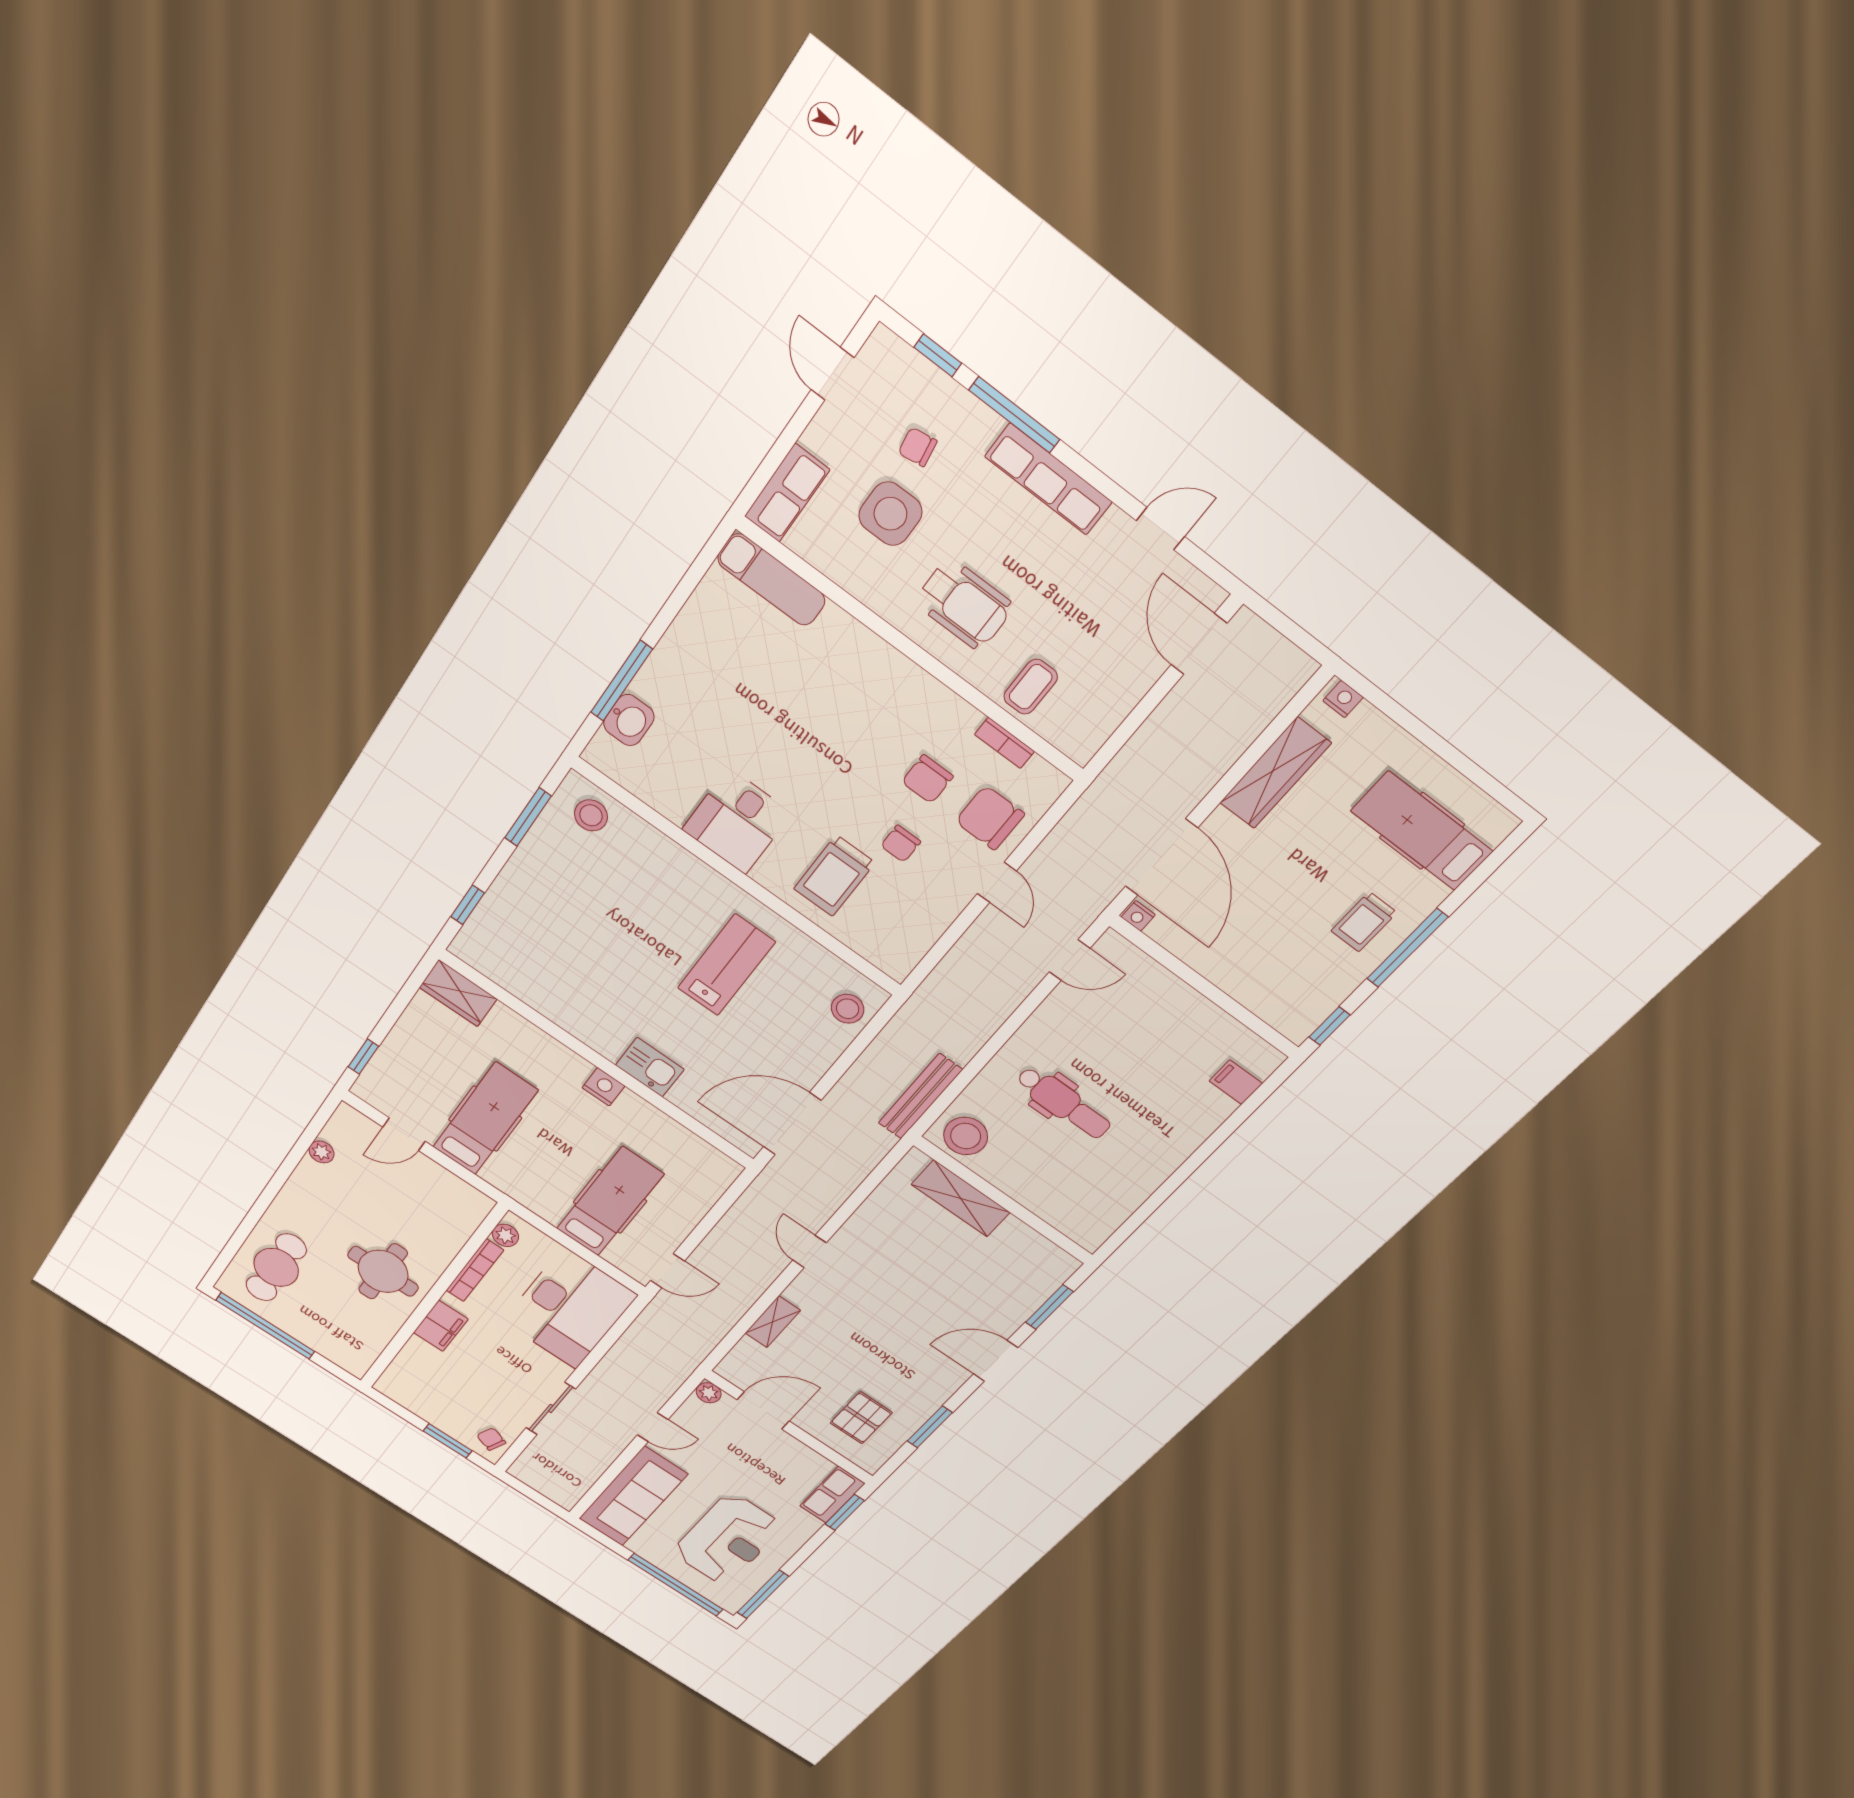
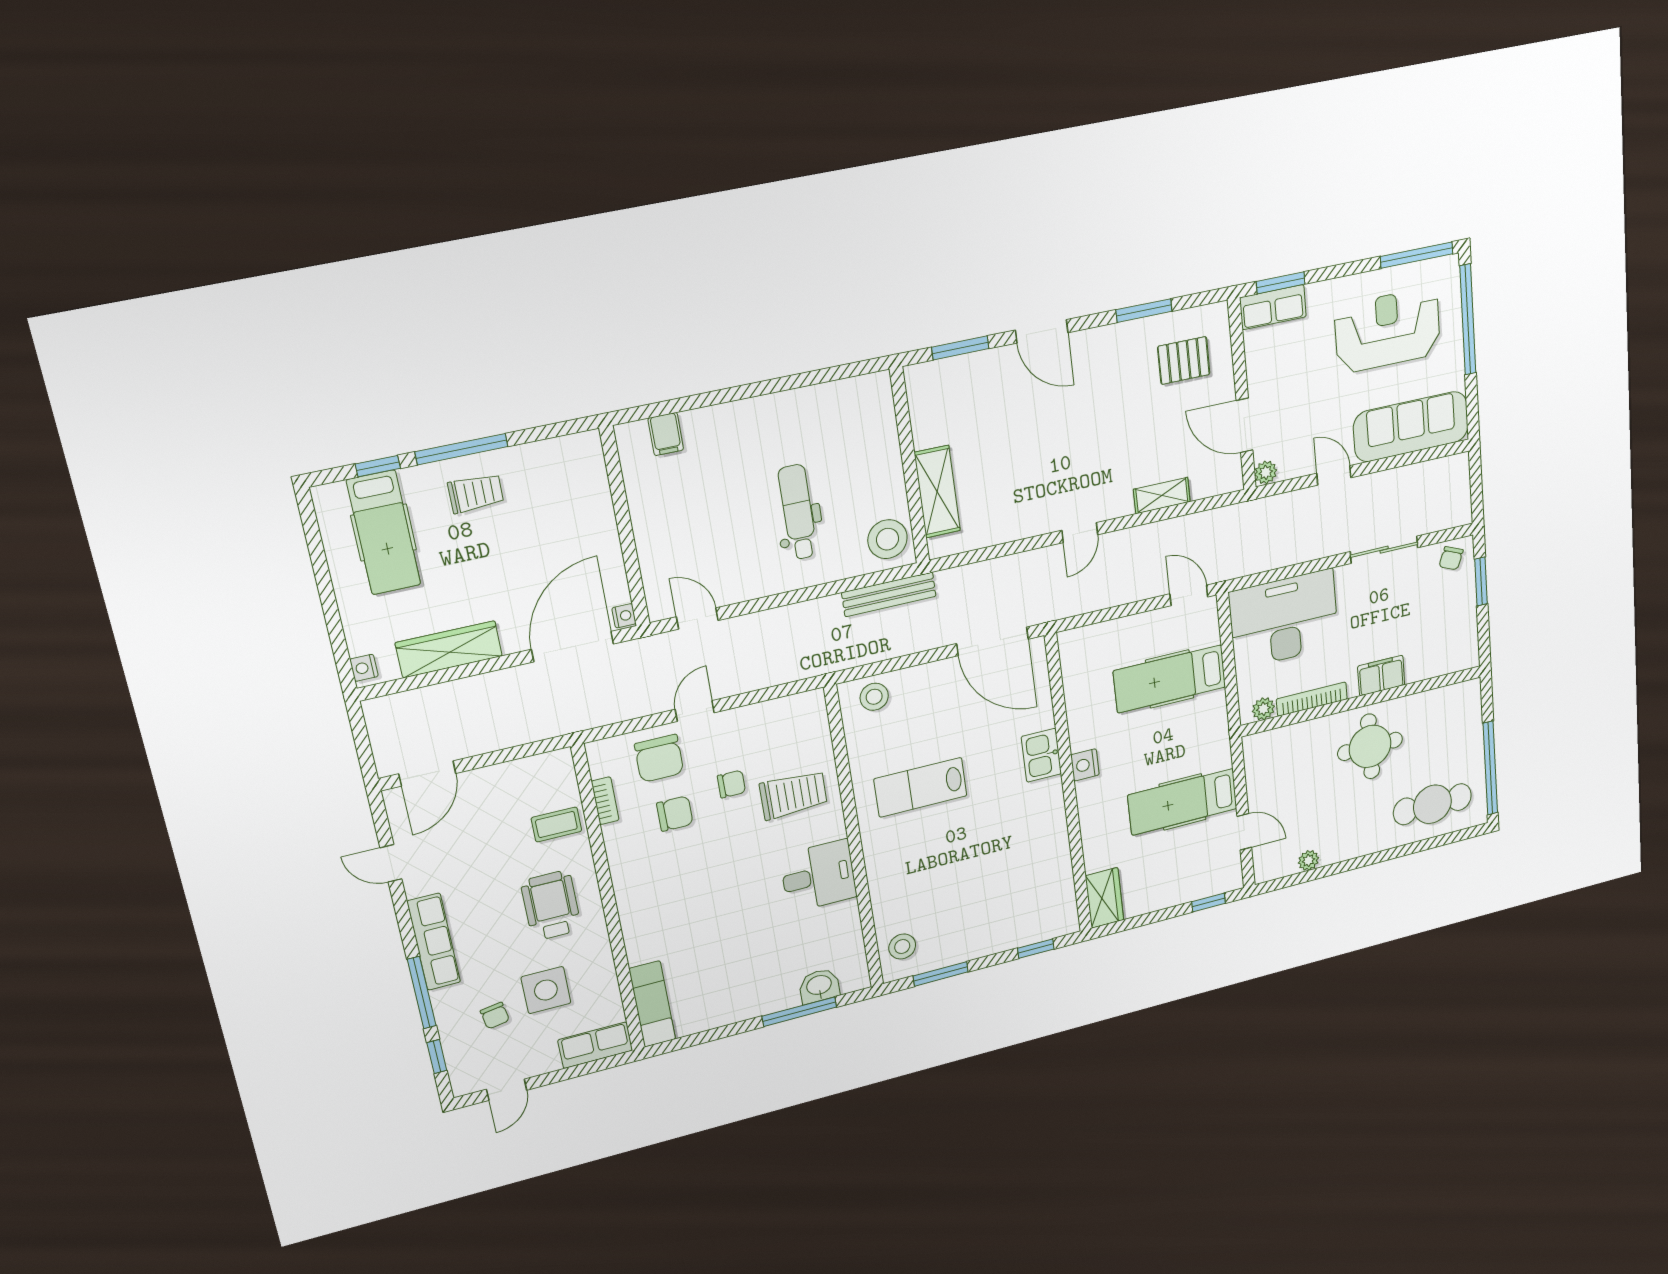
window: (1329, 1026) -> (378, 466), moved

